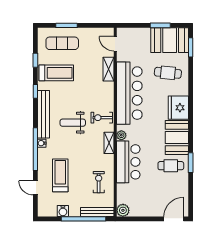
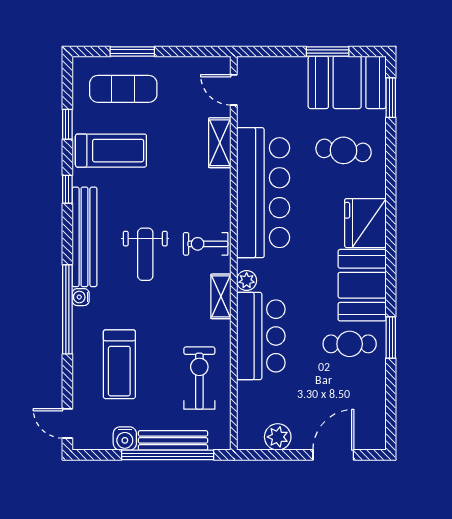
weight bench: (73, 123) -> (145, 254), turned -90
treadmill: (60, 175) -> (119, 364), turned 180
exercise bike: (99, 182) -> (199, 378), width x1.38, depth x1.39
door: (35, 188) -> (67, 423), moved
plant: (123, 210) -> (278, 437), moved
bench: (97, 212) -> (173, 440), moved
door: (174, 219) -> (333, 455), moved

